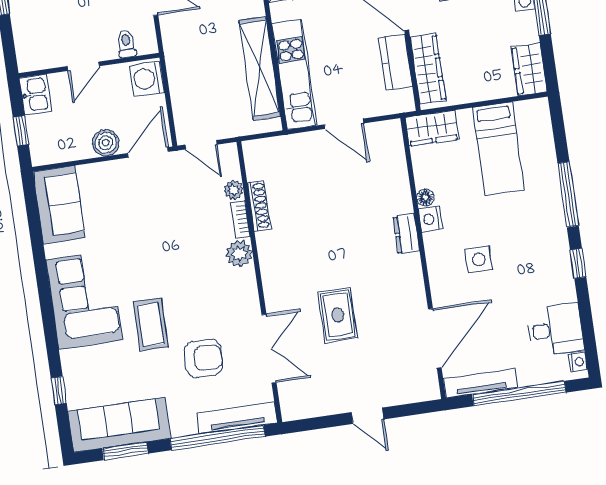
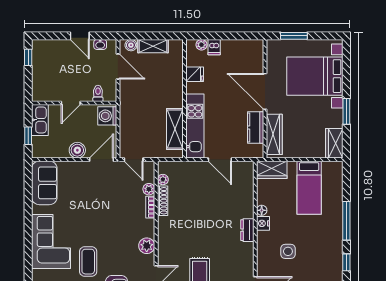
shelving: (260, 68) -> (175, 129), width x0.68
kitchen sink: (35, 95) -> (40, 120), width x1.38
plant: (254, 171) -> (163, 180), added
plant: (239, 253) -> (147, 246), moved

